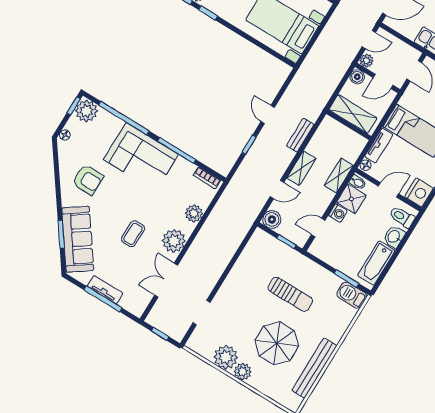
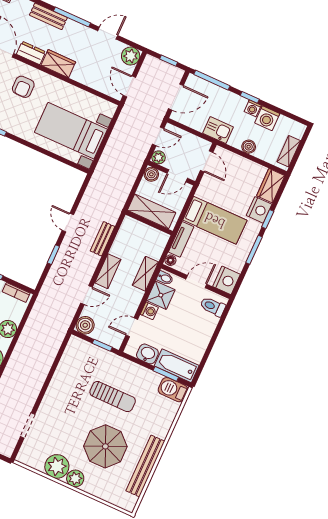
washbasin: (394, 237) -> (147, 354), moved, turned 90
bathtub: (376, 263) -> (177, 366), moved, turned 90

